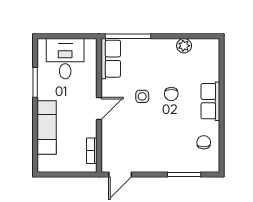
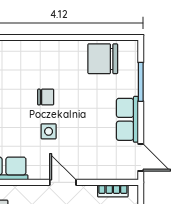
row of seats: (210, 101) -> (127, 119), moved, turned 90
chair: (204, 142) -> (103, 59), width x1.87, depth x1.87

